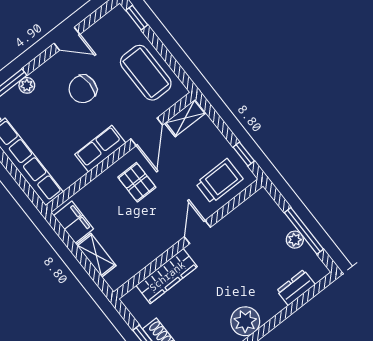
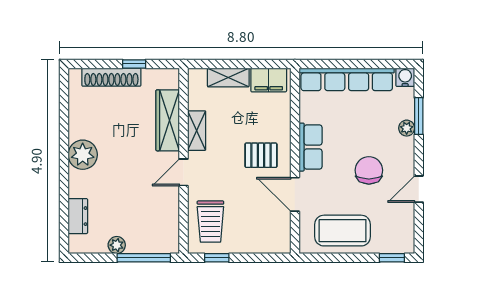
shelving: (185, 118) -> (197, 131), moved
window: (304, 231) -> (144, 258), moved
door: (197, 232) -> (184, 172), swing flipped

